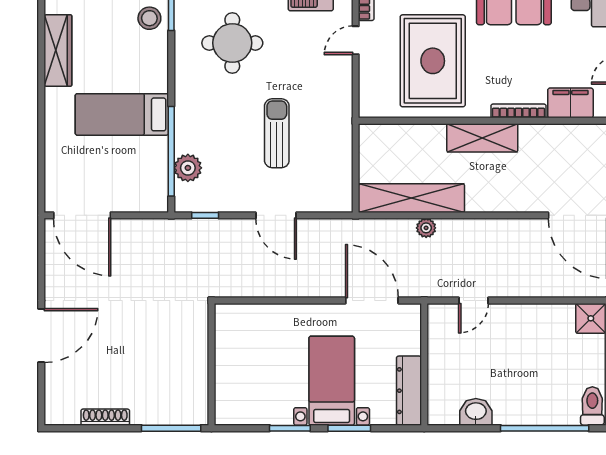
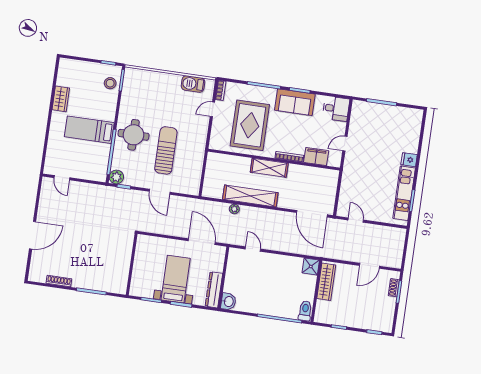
round table: (232, 43) -> (134, 135), moved
wardrobe: (58, 51) -> (61, 99), width x0.67
sun lounger: (277, 133) -> (166, 150), width x1.36, depth x1.34
plant: (188, 168) -> (116, 177), moved
shelving: (411, 198) -> (250, 196), moved
door: (82, 215) -> (62, 178), width x0.53
door: (473, 301) -> (253, 249), swing flipped
wall: (211, 364) -> (132, 264), moved
washbasin: (476, 412) -> (228, 301), moved, turned 90

